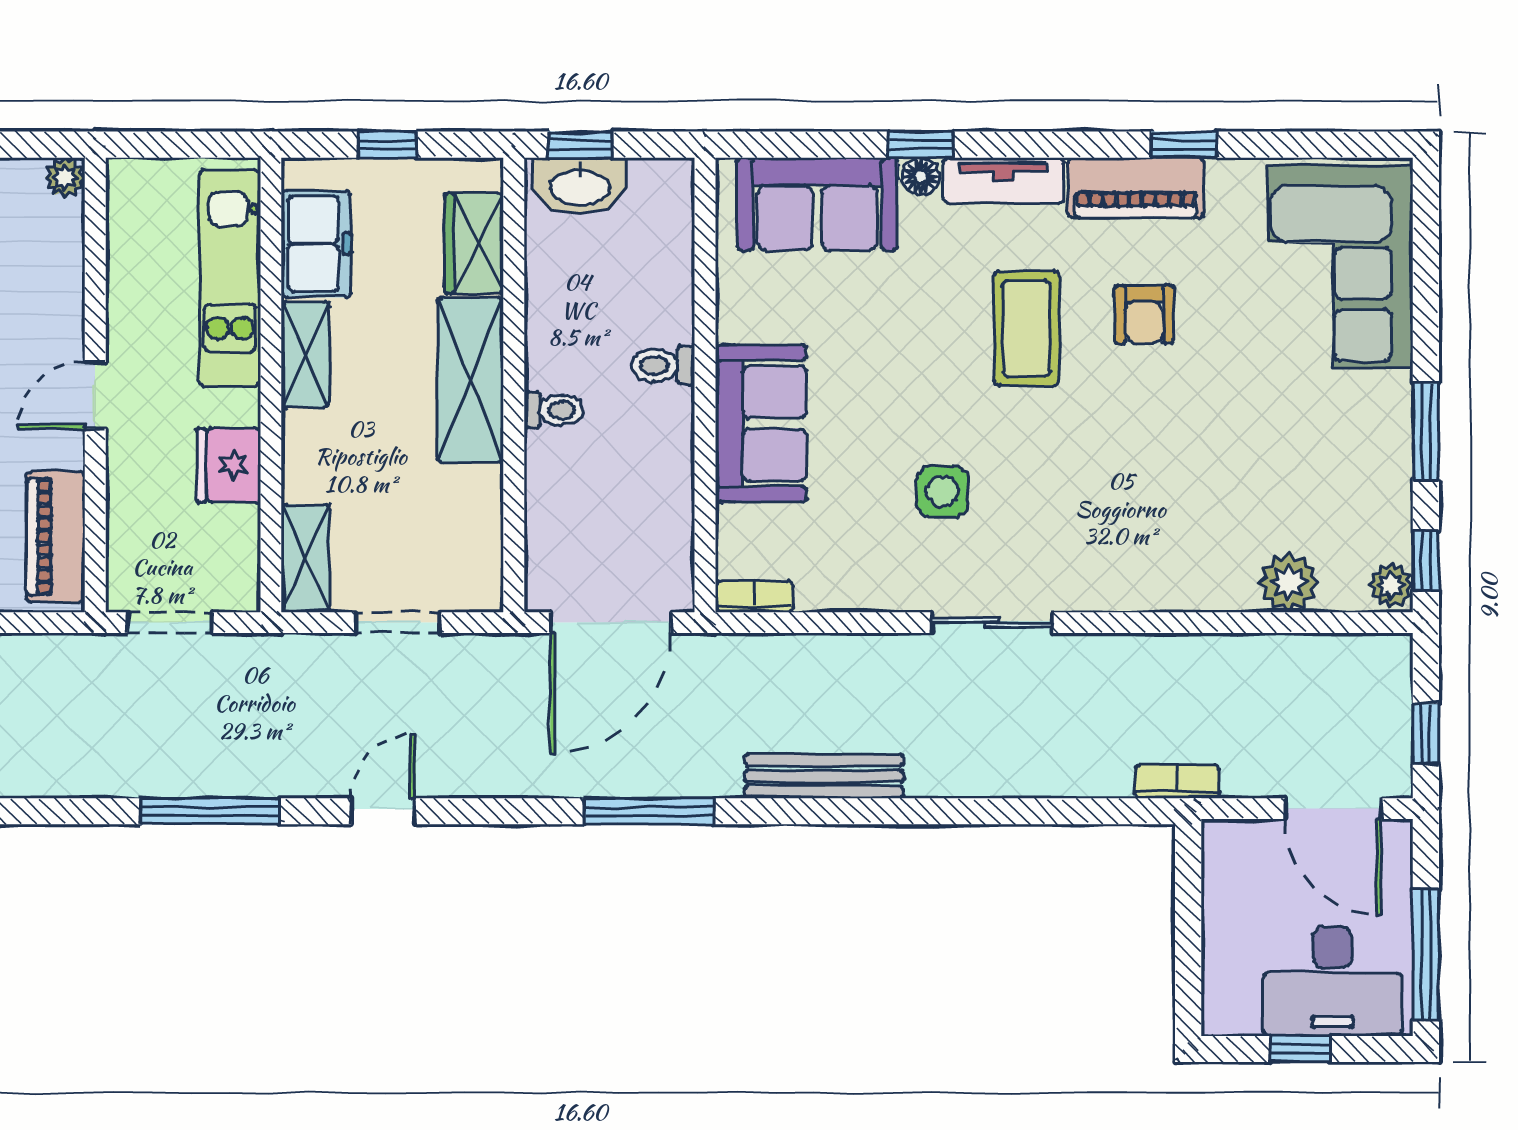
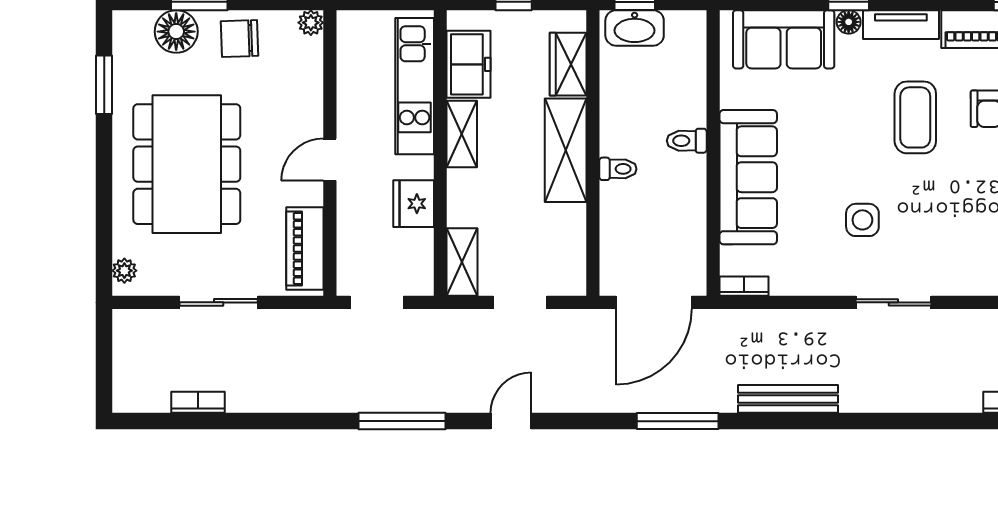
sofa: (761, 423) -> (748, 177), width x1.36

